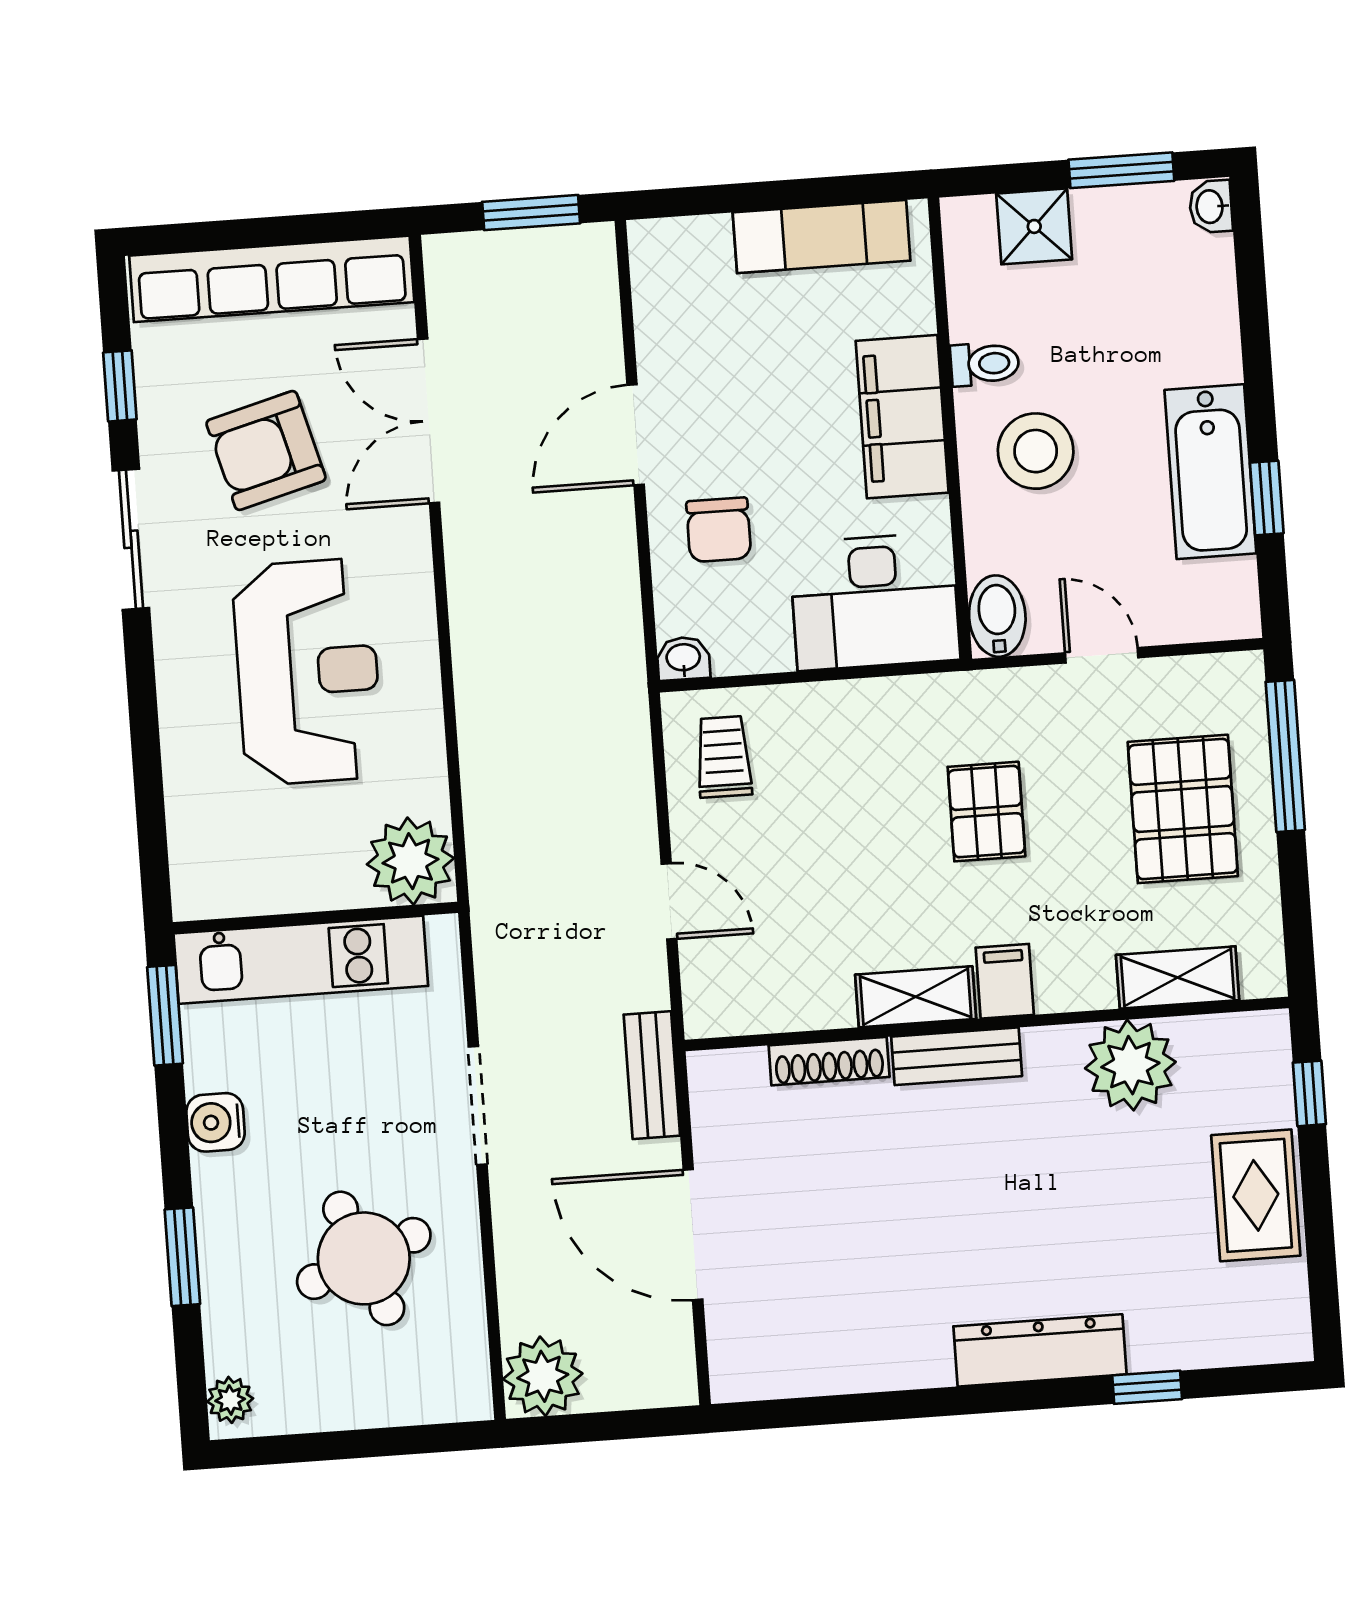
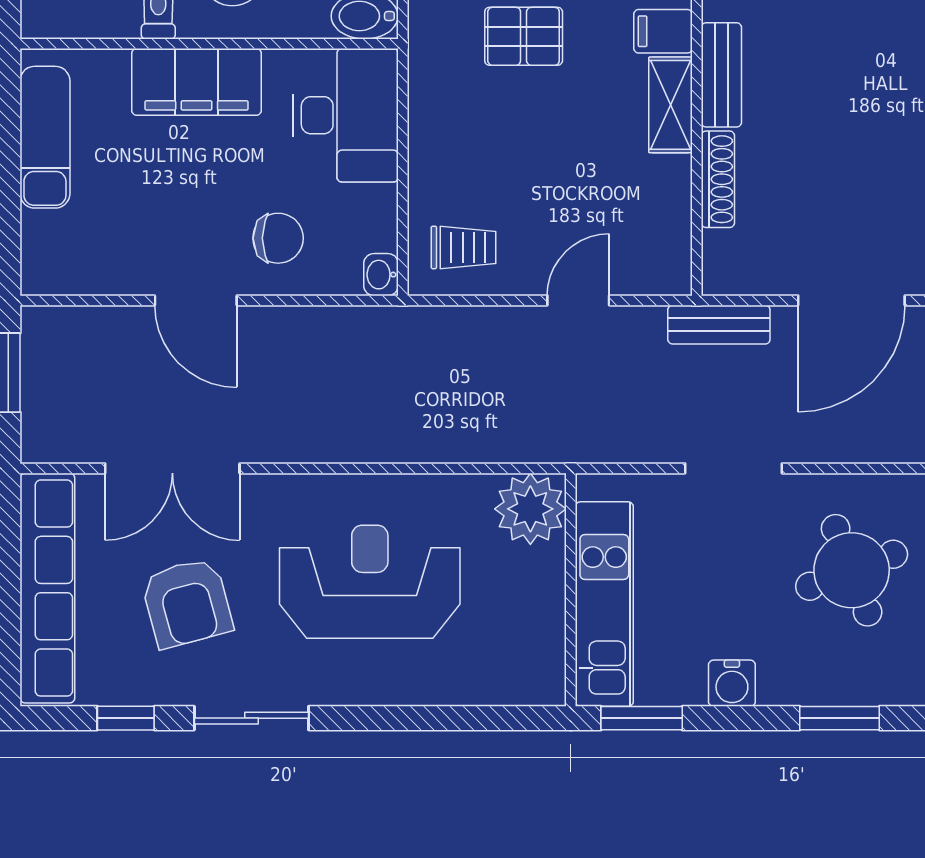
trolley: (724, 757) -> (464, 247), turned 180

